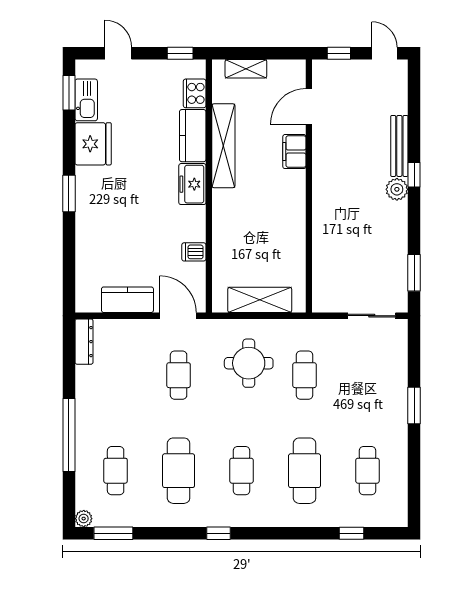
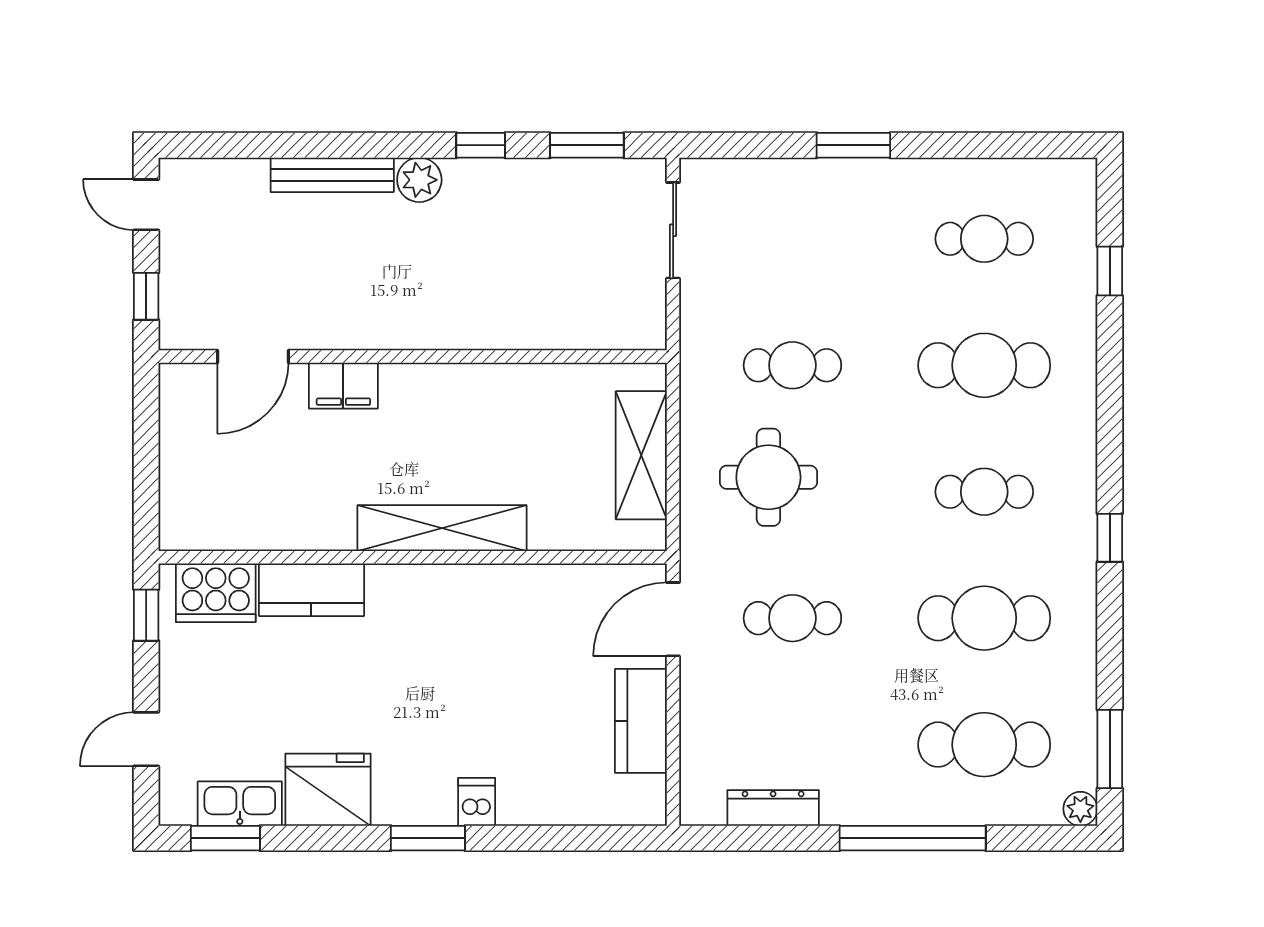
door: (384, 53) -> (146, 205), hinge flipped
shelving: (246, 69) -> (177, 483), removed
cooker: (195, 93) -> (216, 593), width x1.37, depth x1.31
door: (309, 106) -> (253, 356), hinge flipped
shelving: (223, 146) -> (442, 528), moved
window: (414, 175) -> (481, 145), moved
freezer: (192, 184) -> (409, 590), removed
dishwasher: (194, 252) -> (477, 802), moved, turned 180
dresser: (84, 342) -> (773, 808), moved
cafe table: (116, 471) -> (984, 745), width x1.37, depth x1.35

